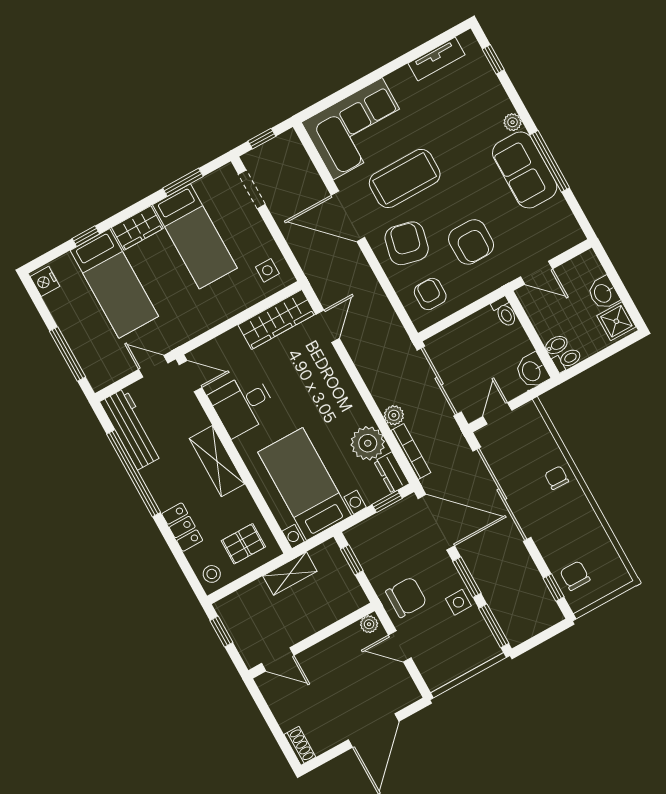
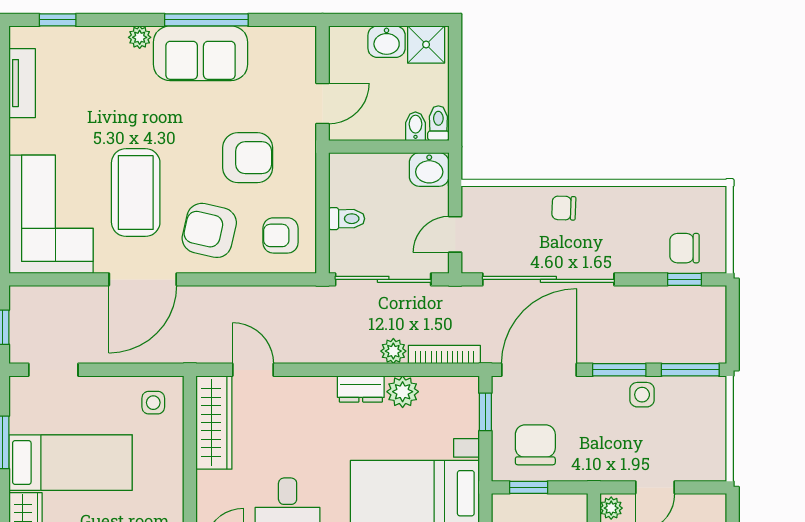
toilet: (504, 312) -> (347, 219), moved
door: (497, 413) -> (455, 234), hinge flipped
plant: (368, 443) -> (403, 392), width x0.73, depth x0.73
dresser: (392, 473) -> (361, 389), moved
chair: (406, 597) -> (535, 445), moved

